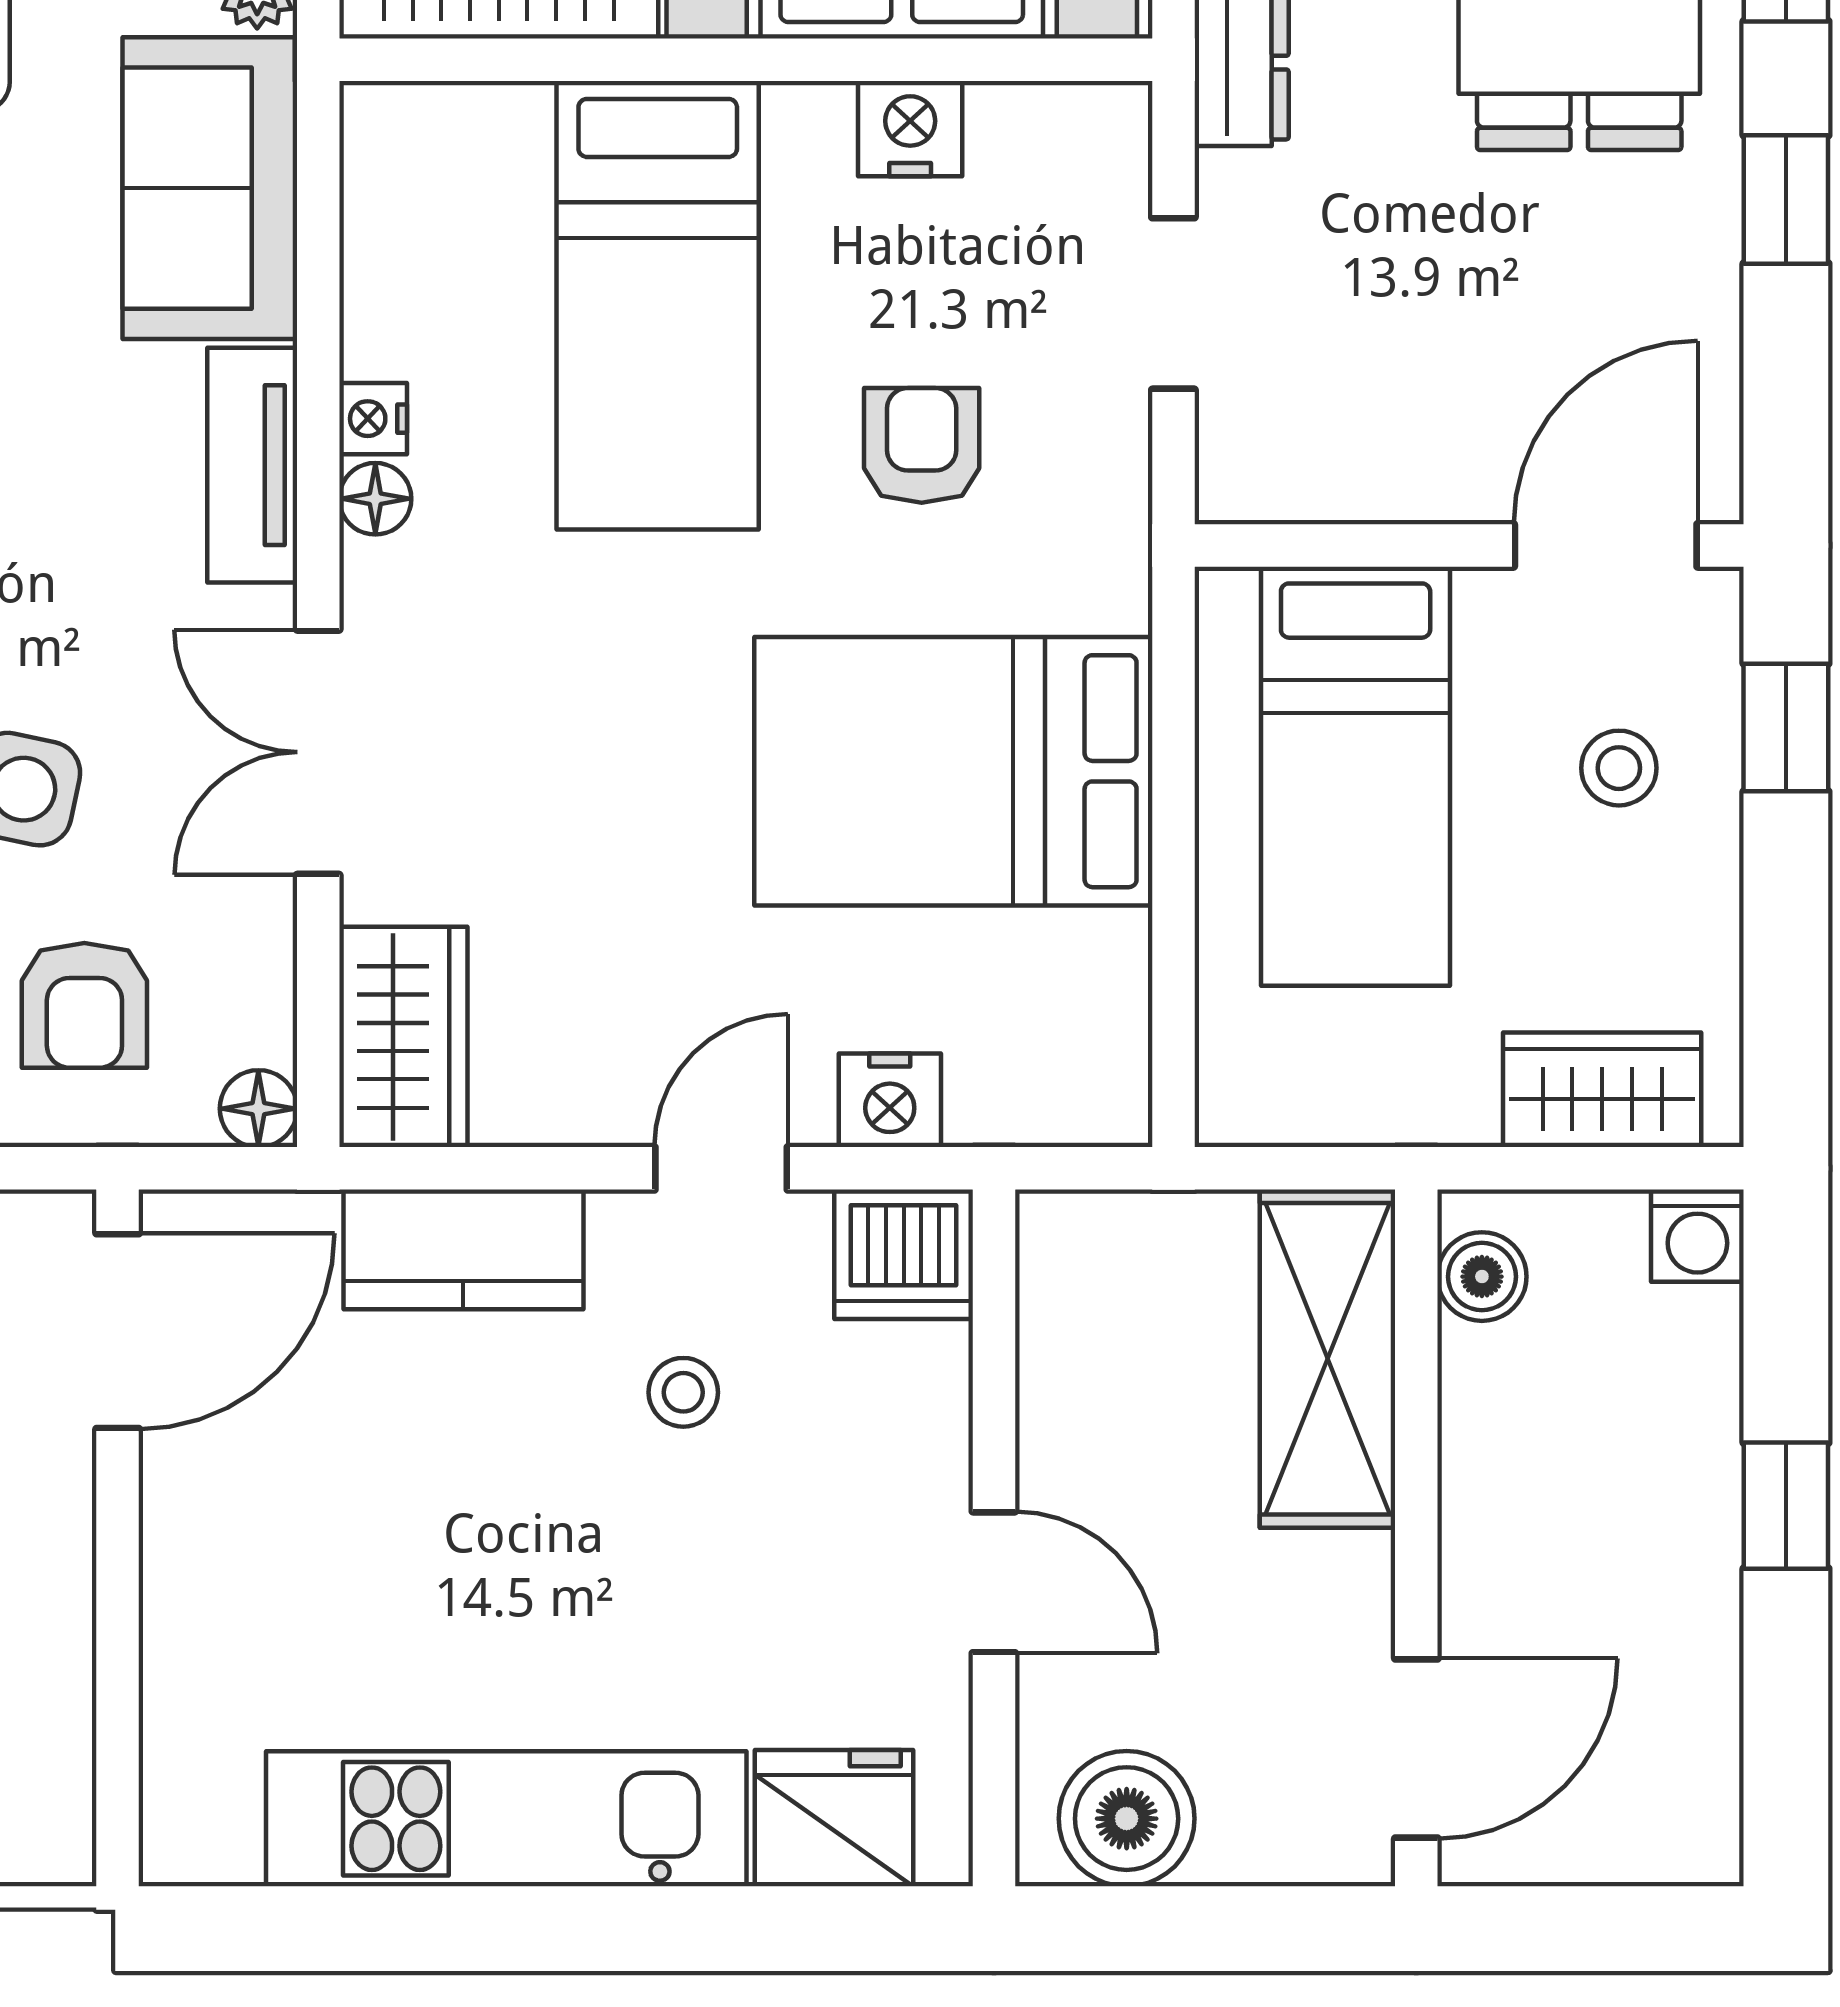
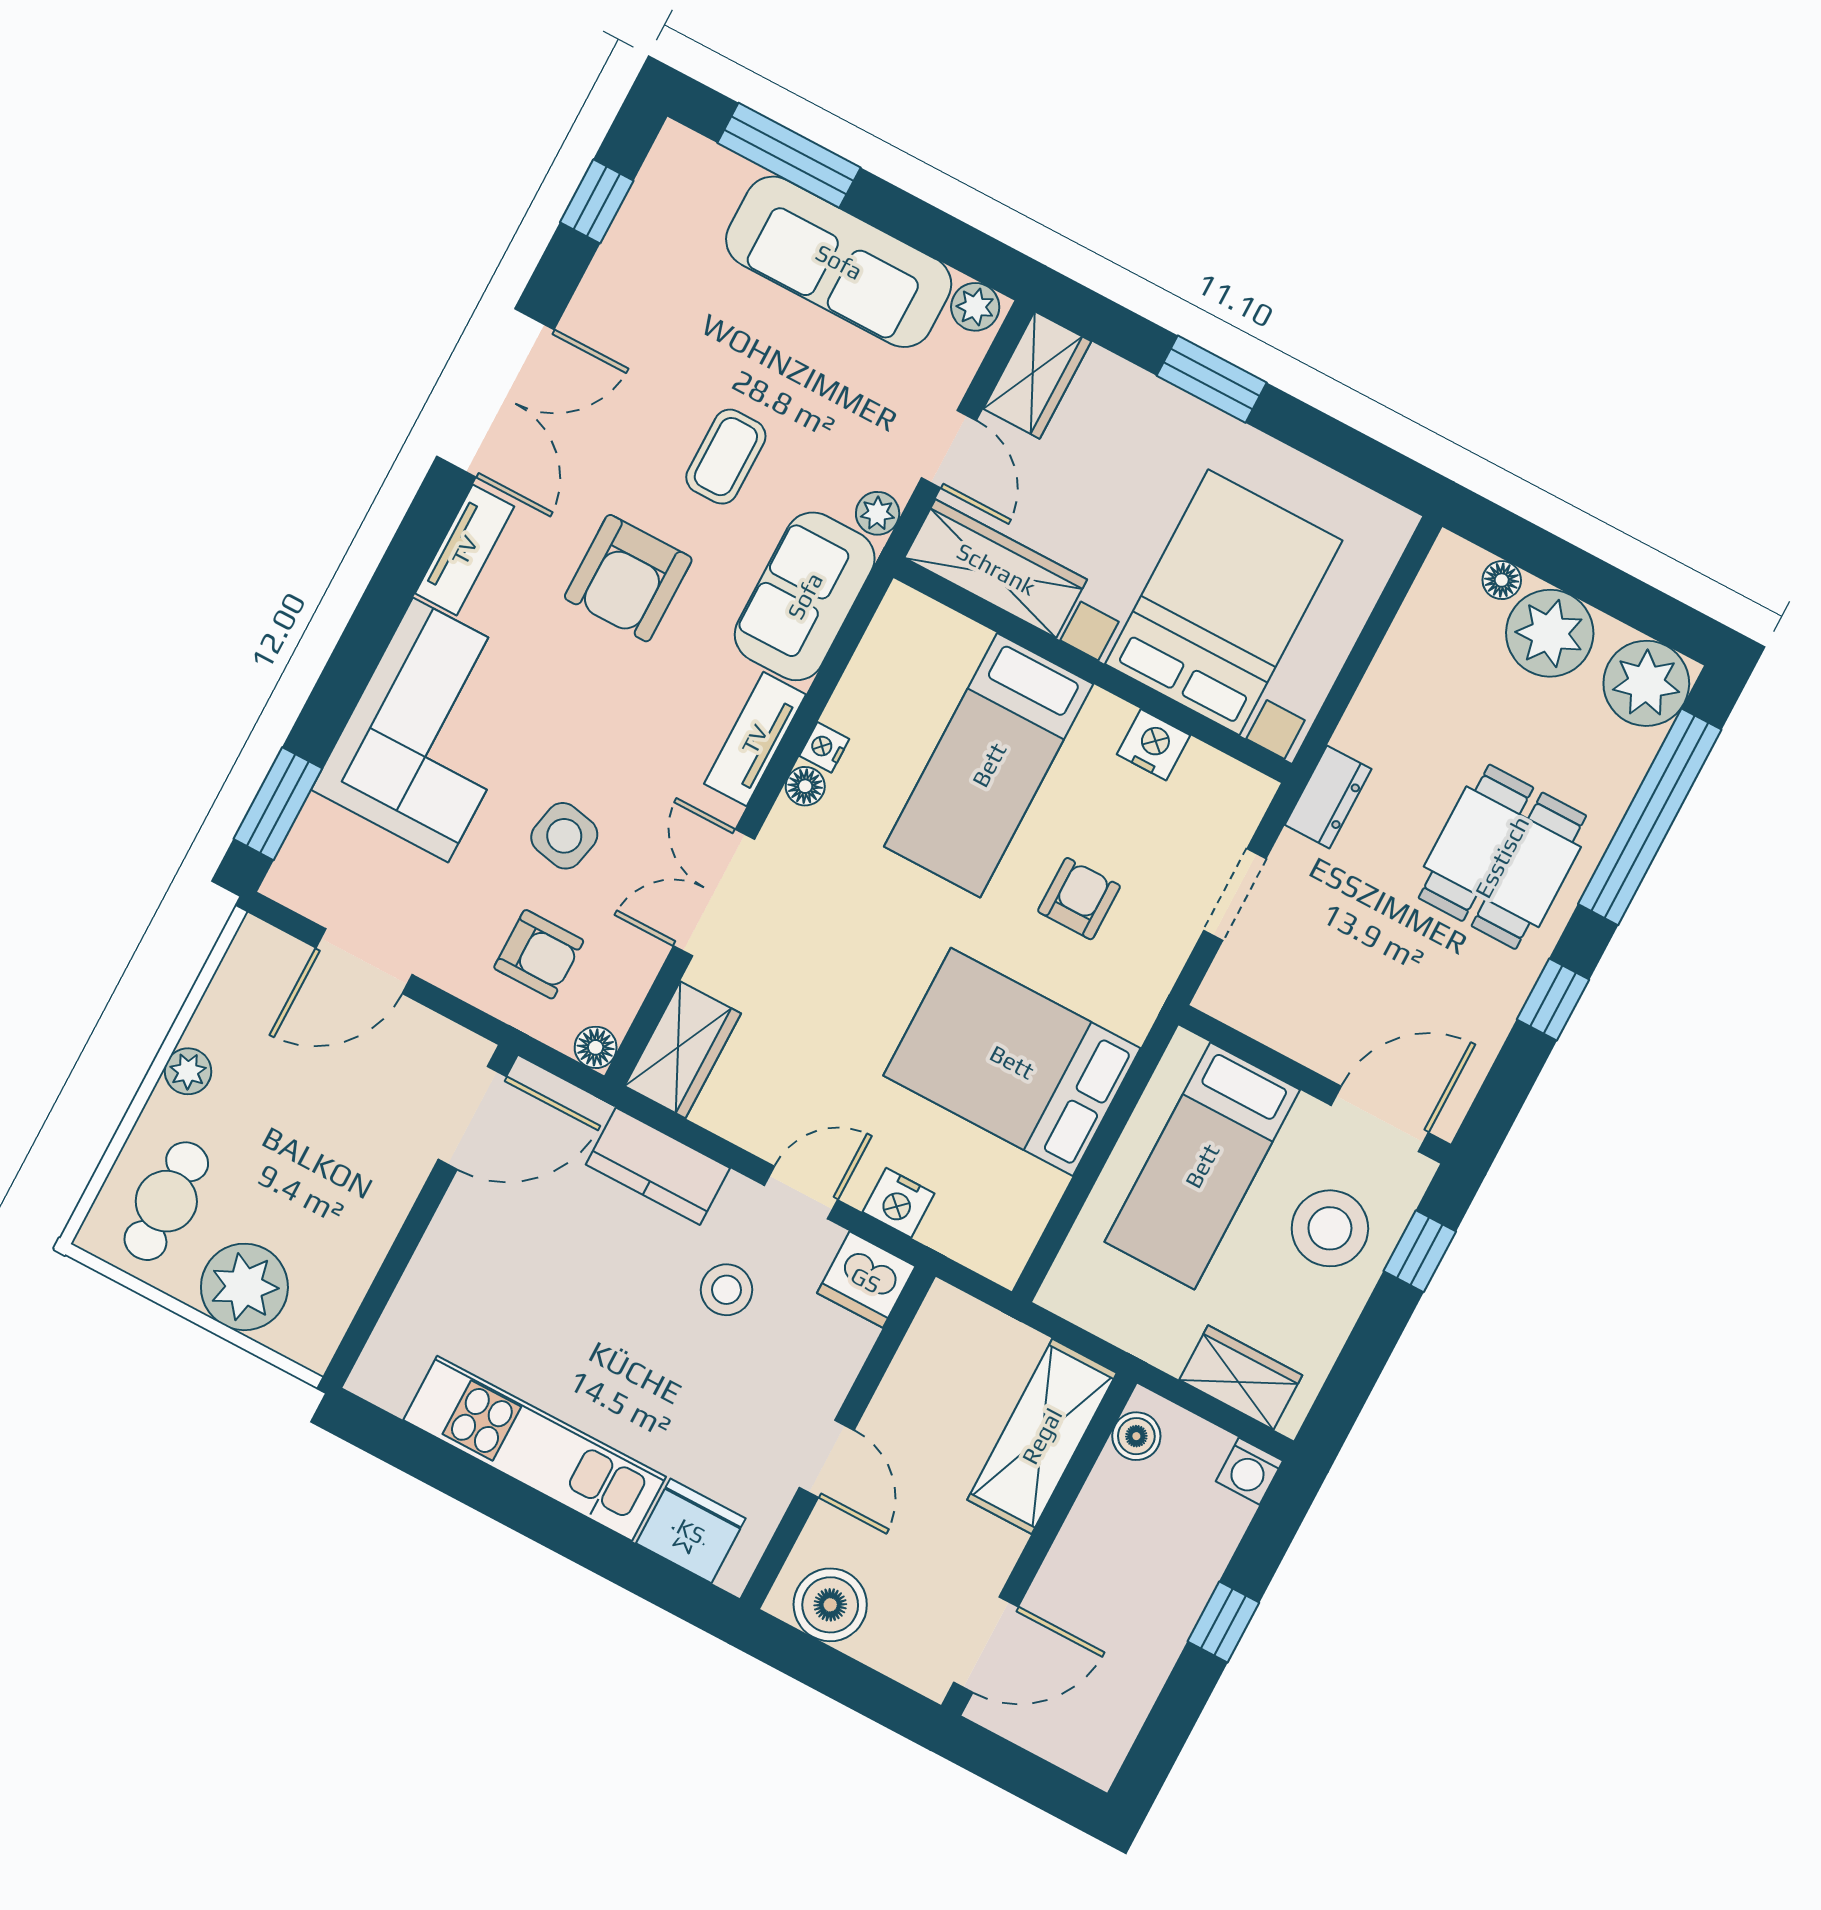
stool: (1619, 768) -> (1330, 1228), width x1.89, depth x1.89
armchair: (84, 1005) -> (539, 954), turned -90
stool: (683, 1392) -> (726, 1290), width x1.37, depth x1.37

